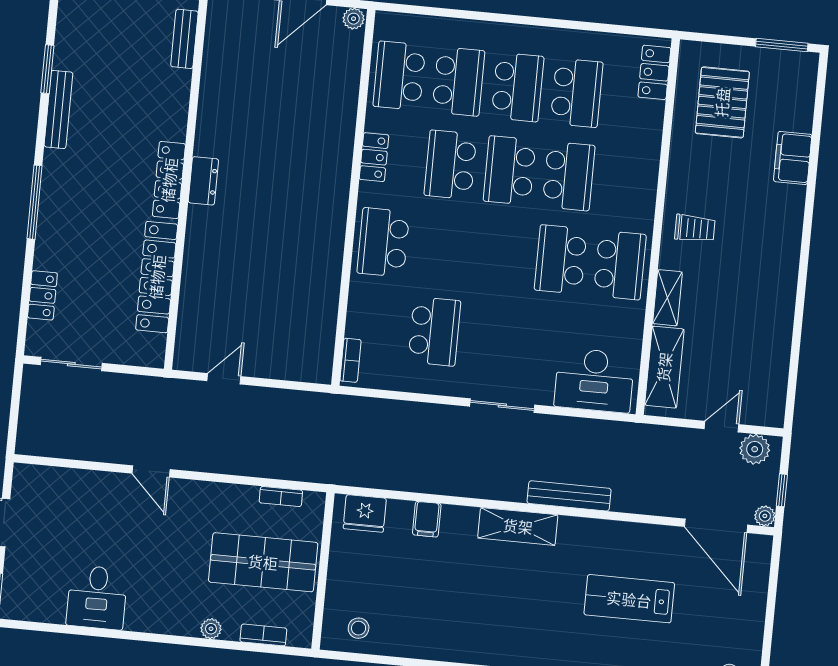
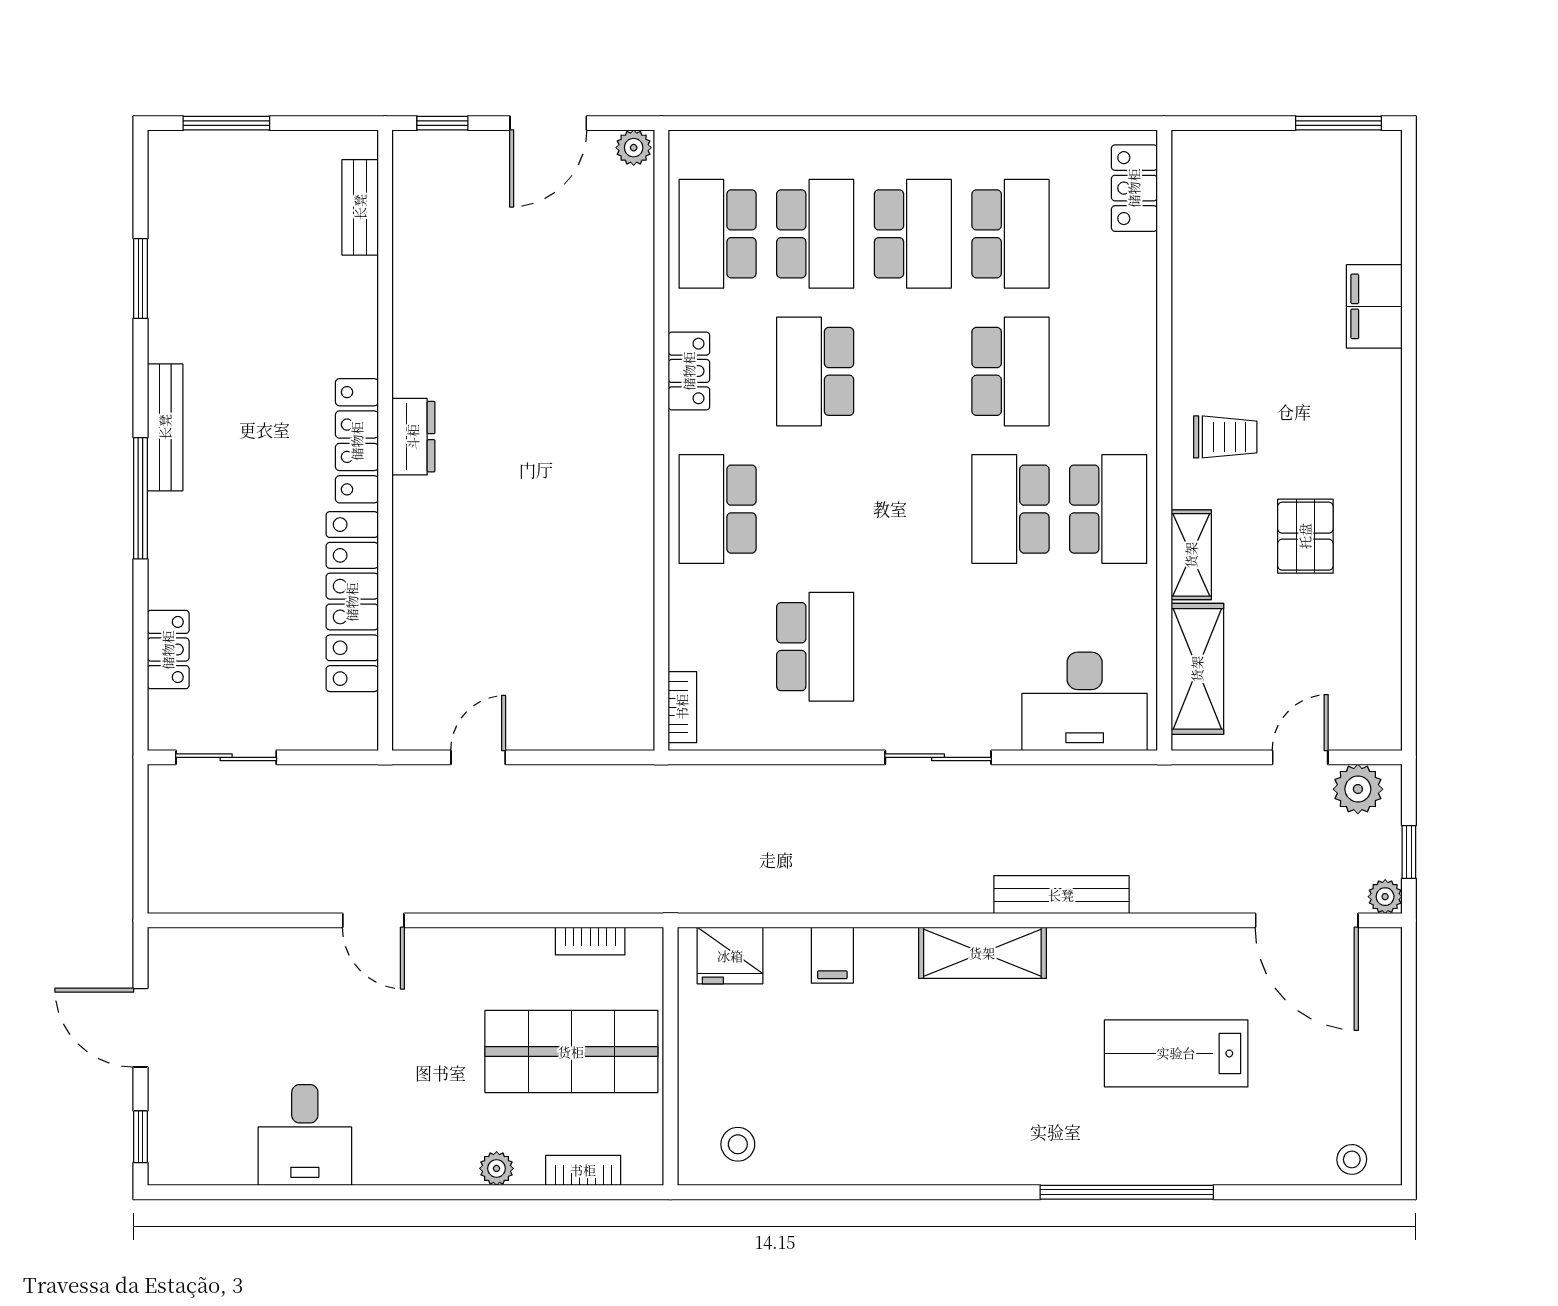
pallet: (722, 102) -> (1305, 536), moved, width x0.67, depth x0.71
bench: (58, 110) -> (165, 427), moved
school desk: (510, 170) -> (913, 371), removed

